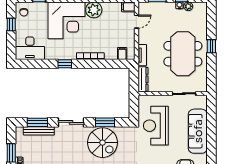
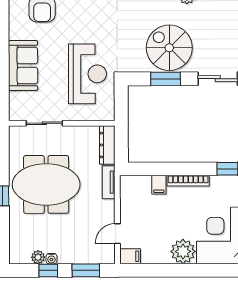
filing cabinet: (122, 53) -> (159, 185), moved
meeting table: (183, 54) -> (46, 184), turned 90
sofa: (198, 131) -> (23, 66), width x0.73

